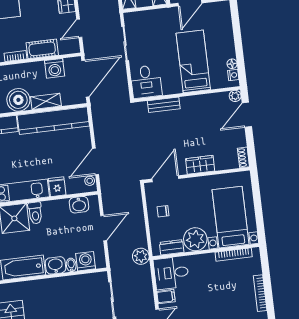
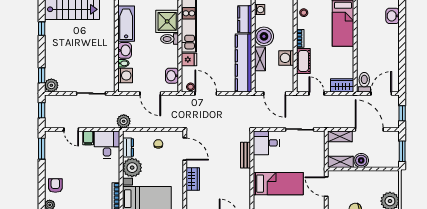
washing machine: (55, 68) -> (286, 58), moved
door: (85, 79) -> (275, 93), width x0.73

